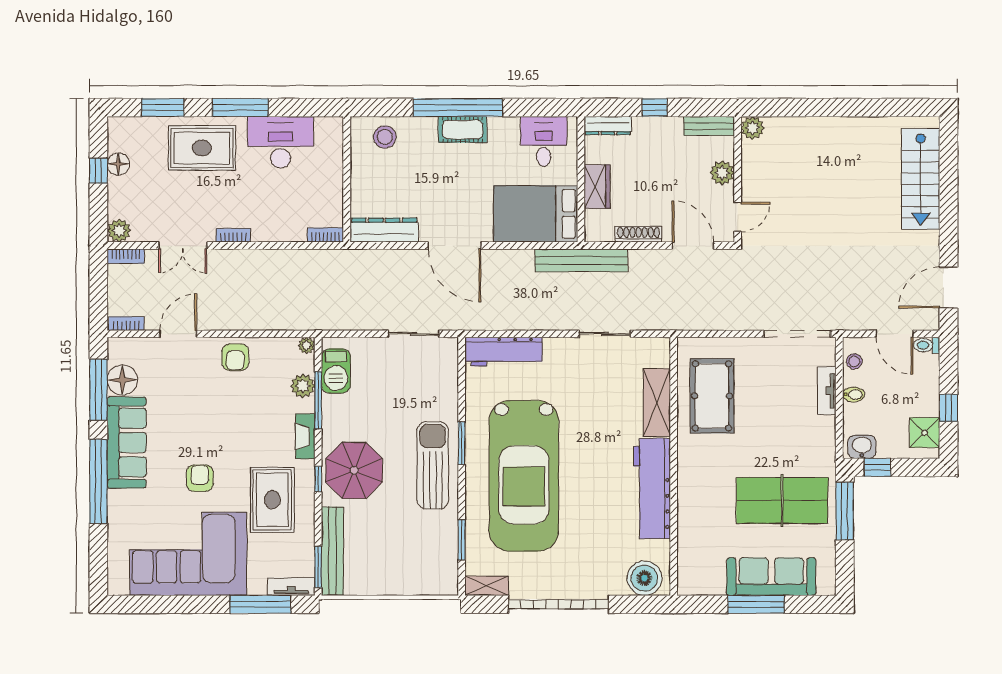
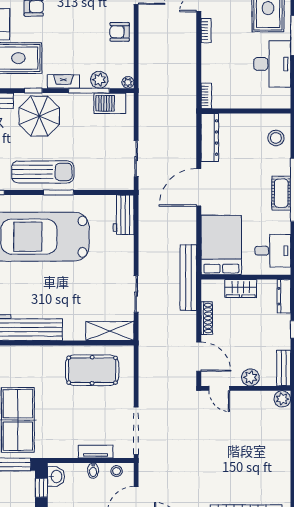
door: (693, 246) -> (199, 357), hinge flipped
workbench: (504, 352) -> (123, 215), width x0.73
shelving: (657, 402) -> (110, 331), moved

